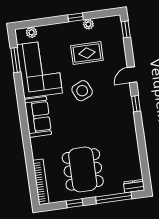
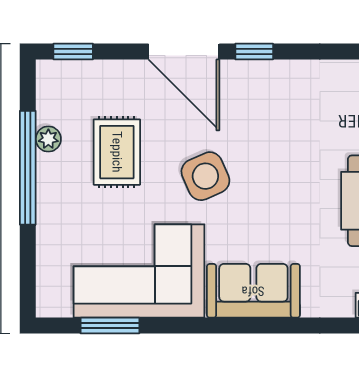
window: (75, 17) -> (28, 168), width x3.17
plant: (32, 32) -> (49, 278), removed
door: (132, 75) -> (184, 52), width x1.87

